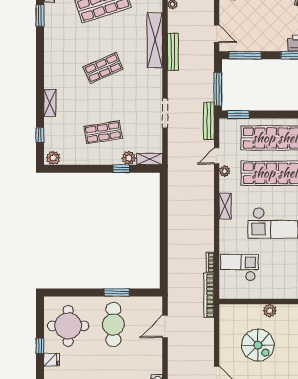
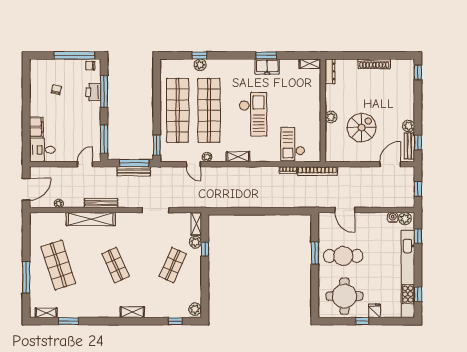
shelving: (50, 103) -> (132, 312), moved
bench: (209, 121) -> (134, 171), moved
shop shelf: (103, 132) -> (173, 265), turned 33

